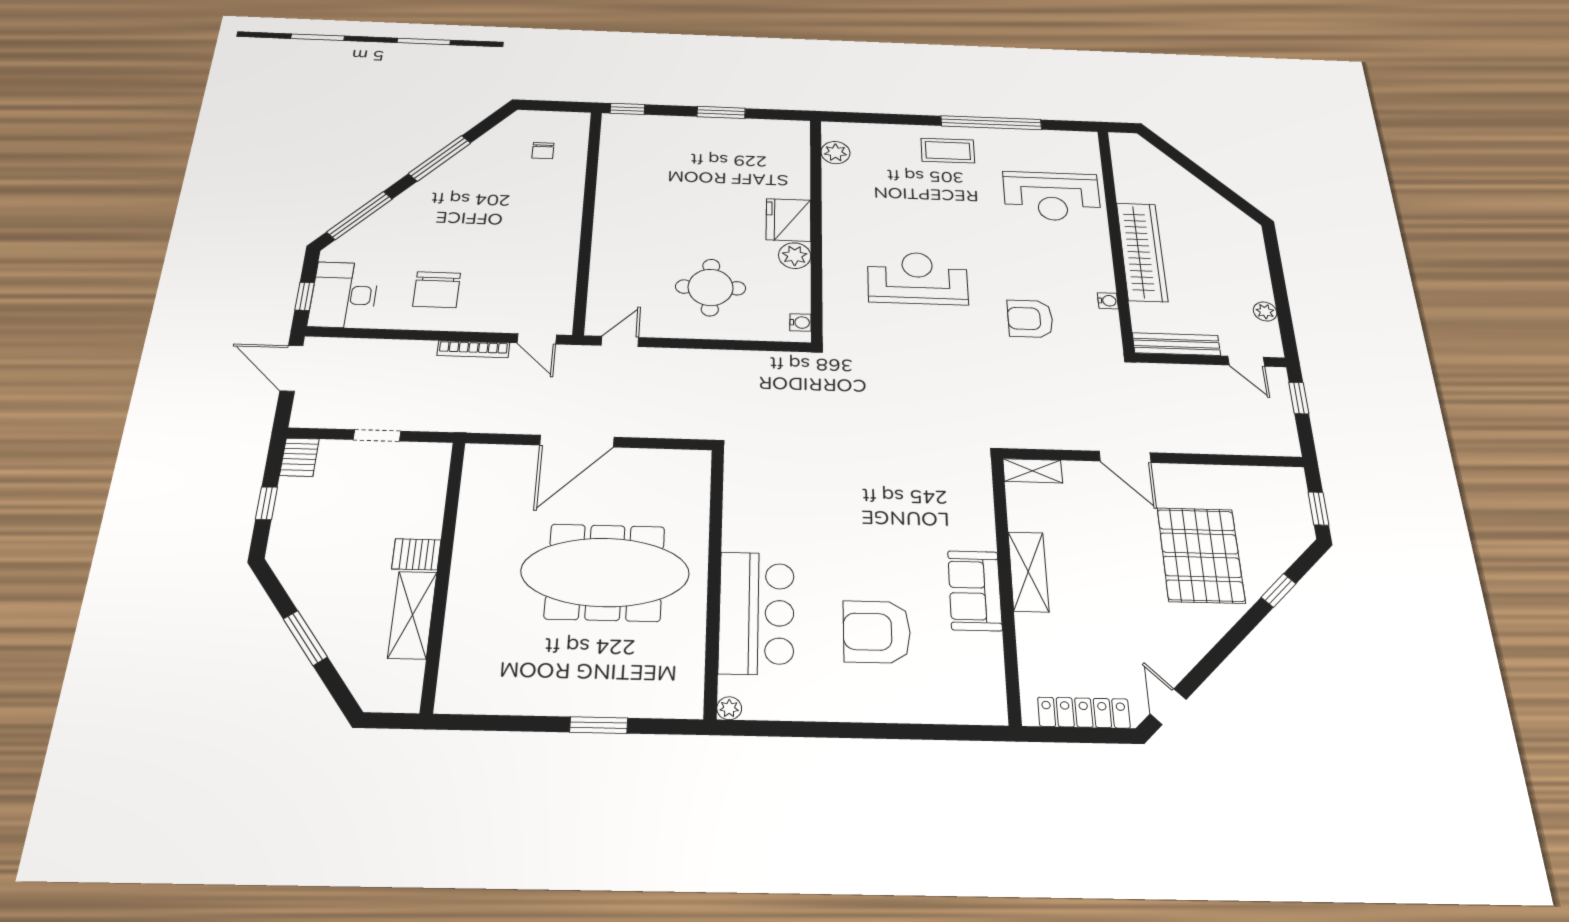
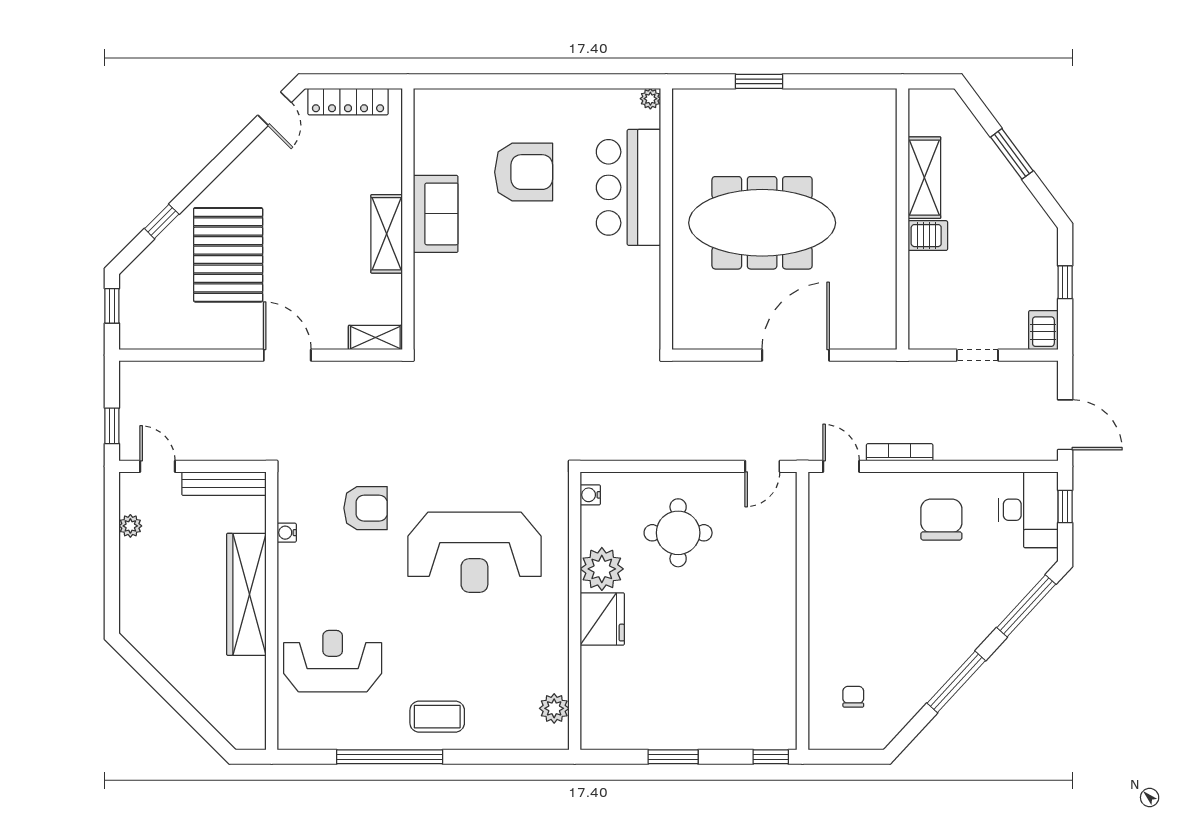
plant: (795, 256) -> (602, 569), width x1.36, depth x1.36
reception desk: (918, 278) -> (474, 552), width x1.36, depth x1.30

